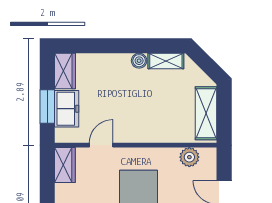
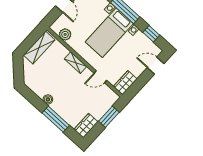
window: (108, 46) -> (56, 119), added
shelving: (166, 61) -> (76, 63), moved
freezer: (67, 109) -> (101, 108), removed

